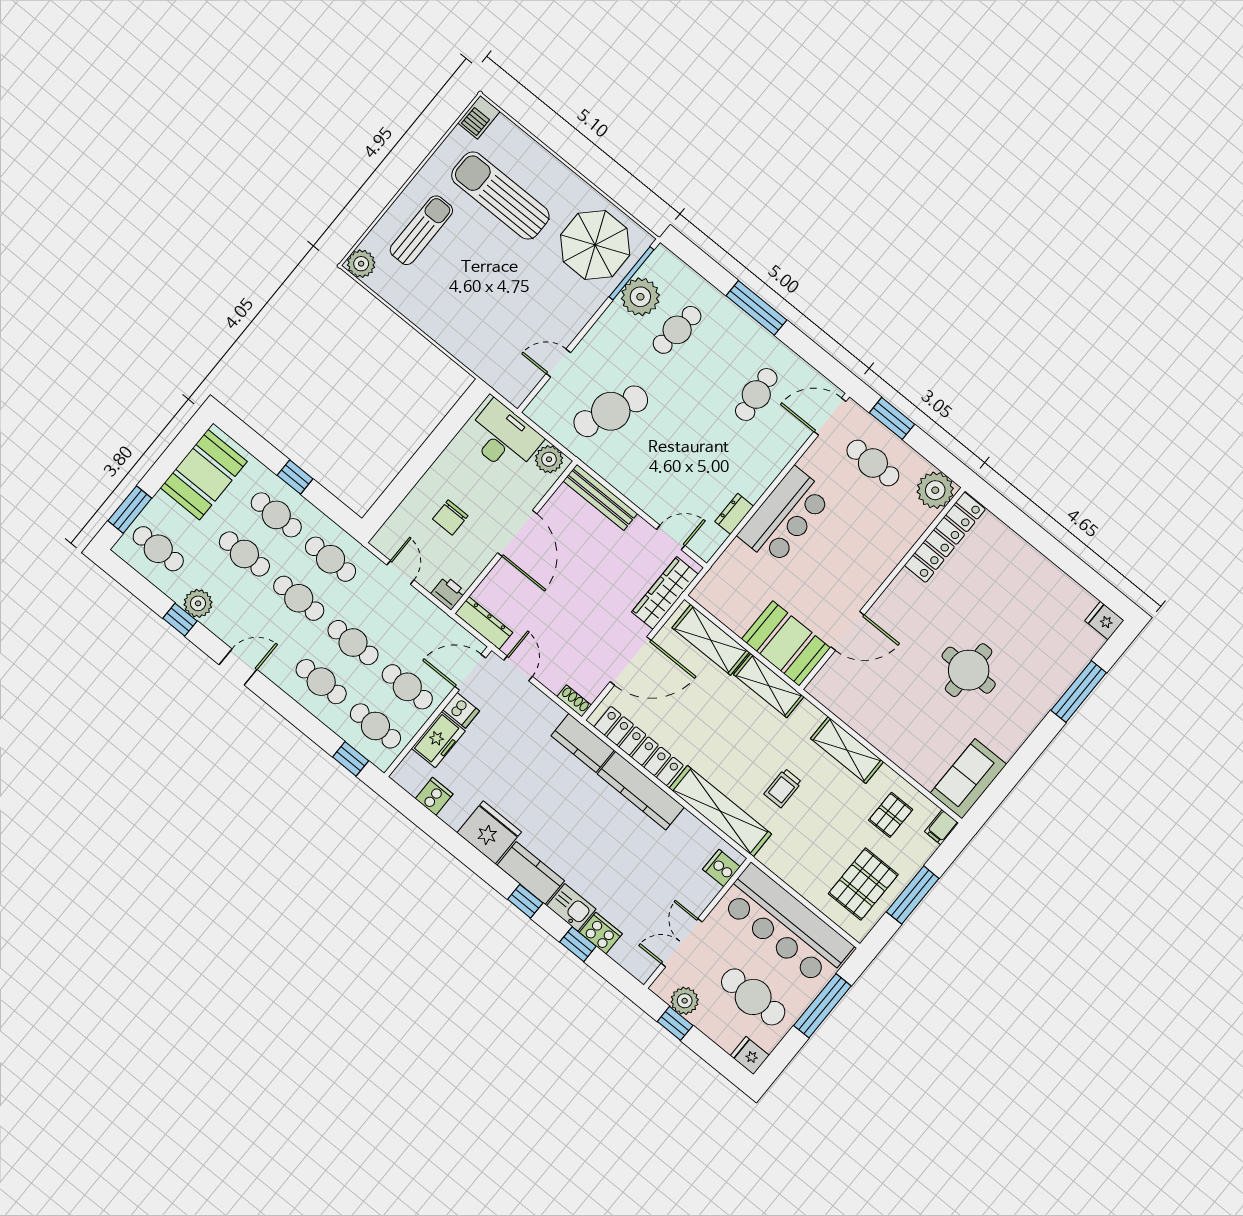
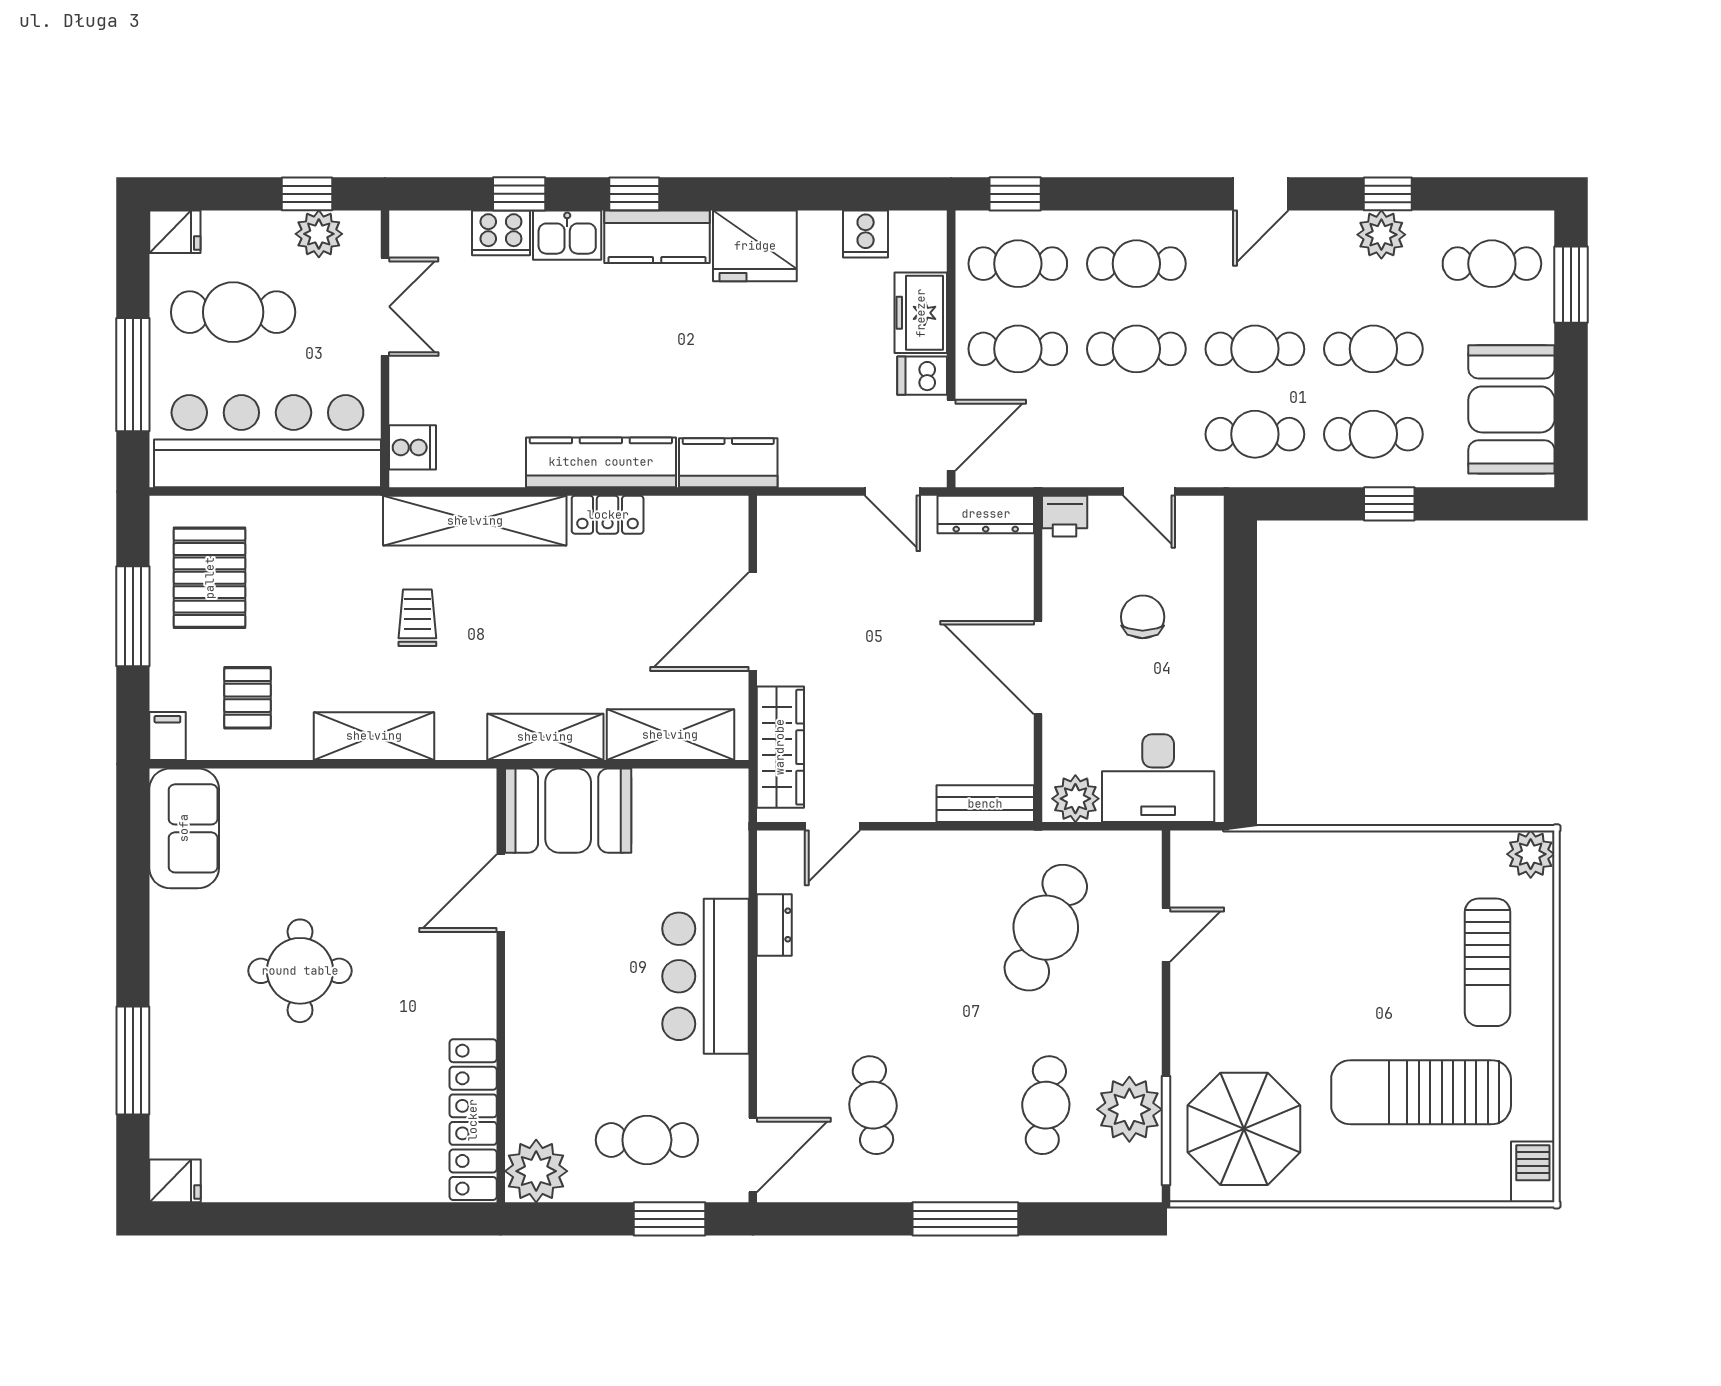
sun lounger: (500, 196) -> (1421, 1092), turned 180
bench: (600, 497) -> (985, 804), width x0.73
shoe rack: (574, 701) -> (784, 509), removed
locker: (639, 746) -> (608, 515), width x0.46, depth x0.83

